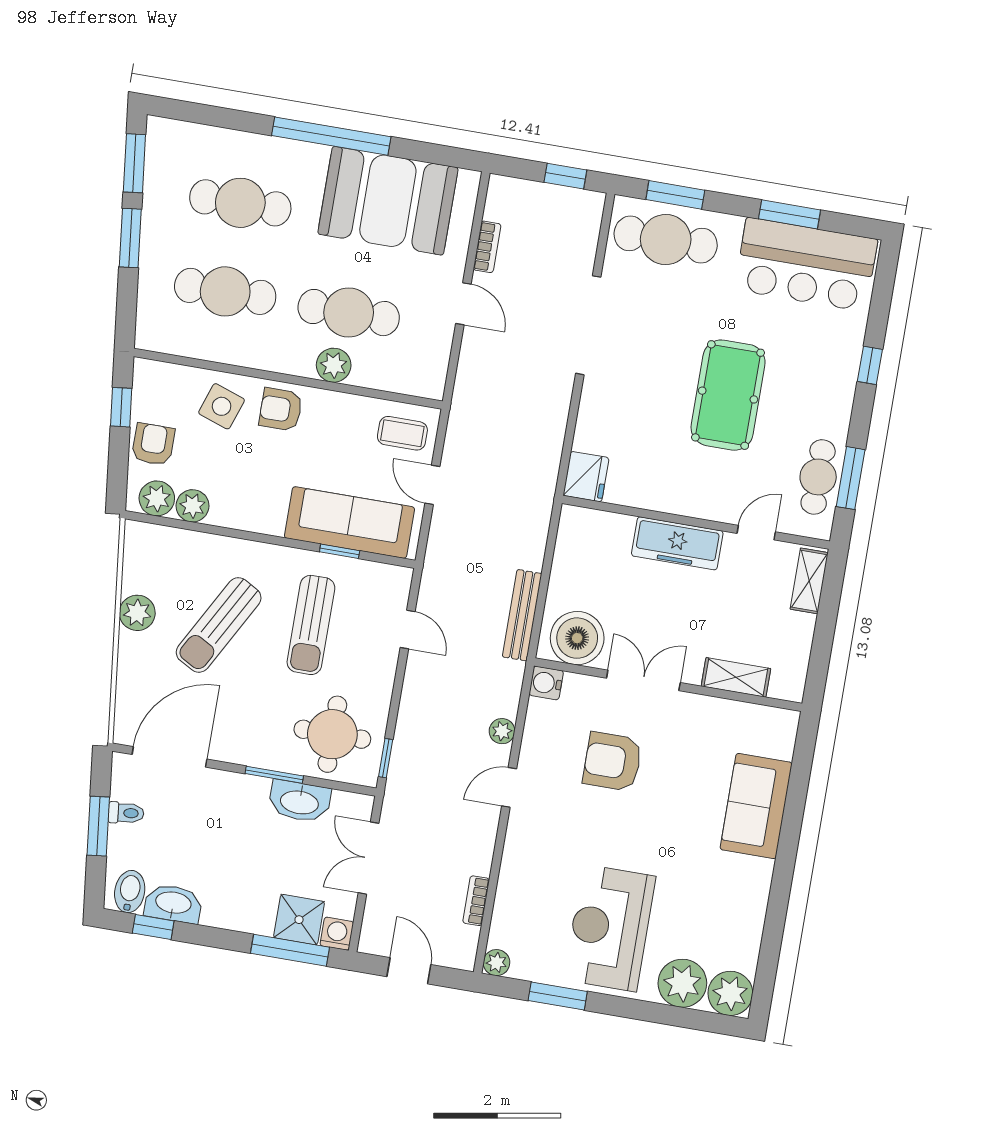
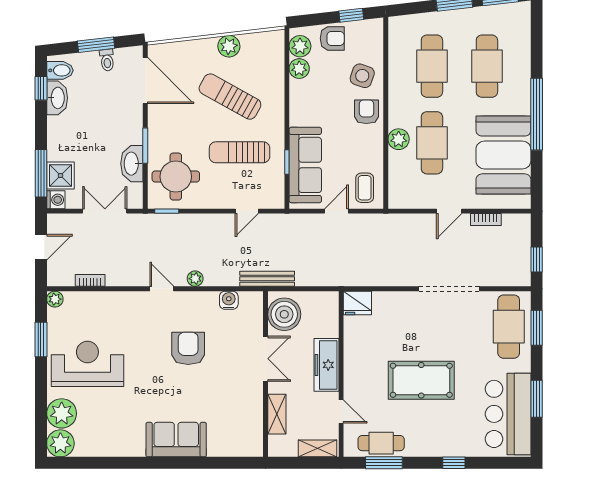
boiler: (577, 638) -> (284, 314), moved
shelving: (736, 677) -> (277, 414), moved
double door: (643, 680) -> (266, 359), moved
wall: (668, 685) -> (266, 374), moved

